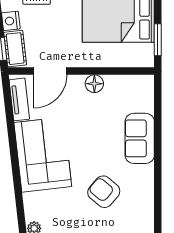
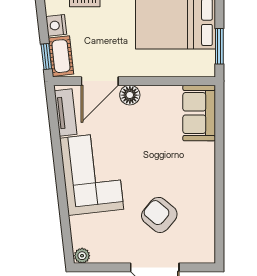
floor lamp: (94, 84) -> (130, 95), moved
sofa: (140, 138) -> (199, 113), moved

